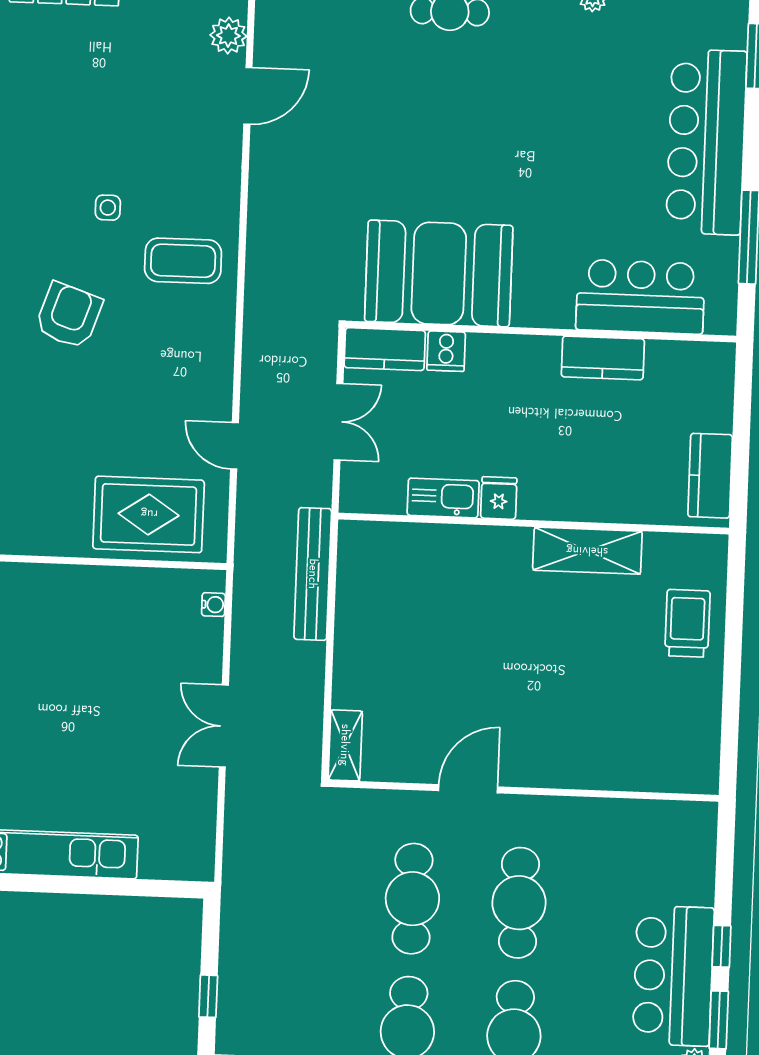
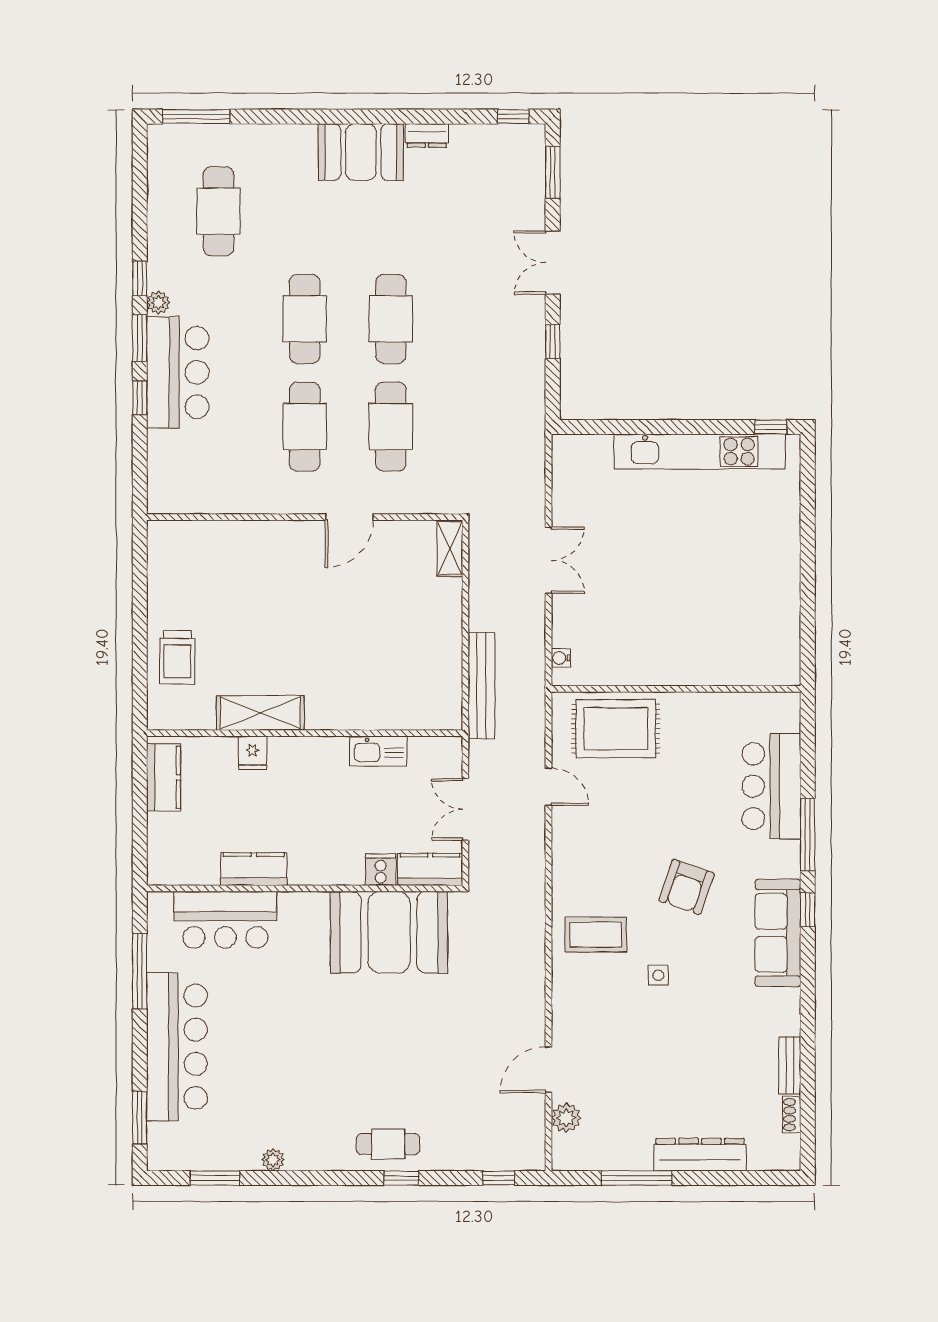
fridge: (499, 498) -> (253, 753), moved

